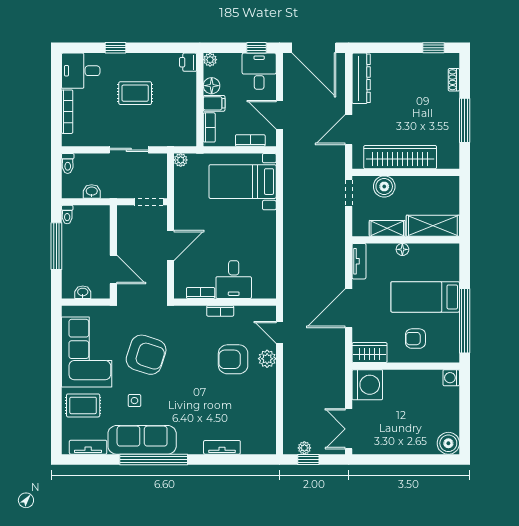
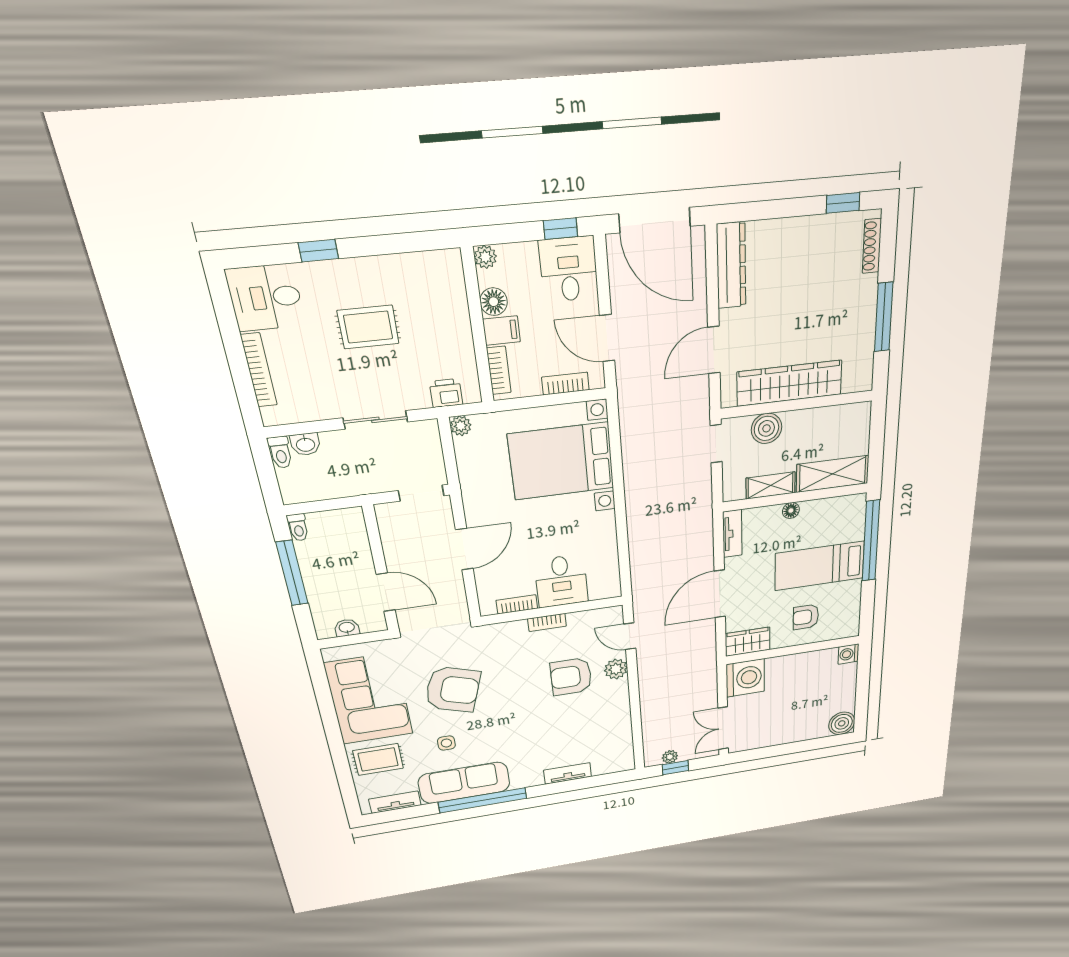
printer: (188, 62) -> (446, 393), moved, turned 90
shoe rack: (454, 80) -> (872, 246), width x1.43
bed with nightstands: (243, 182) -> (561, 461), width x1.36
washbasin: (92, 191) -> (305, 444), moved, turned 180
window: (465, 321) -> (871, 541), moved

